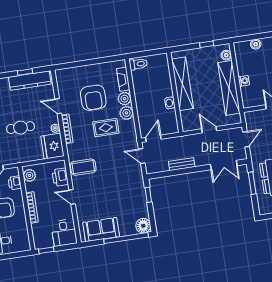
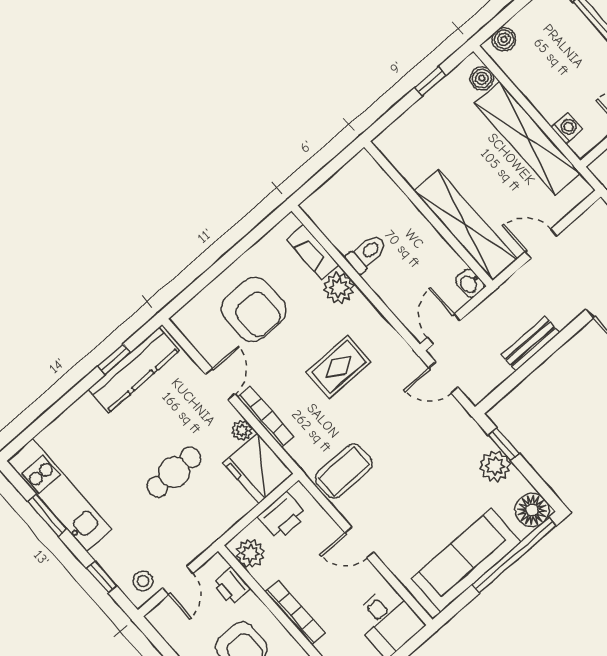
boiler: (256, 44) -> (504, 39), moved
toilet: (138, 64) -> (366, 254), moved
washing machine: (244, 81) -> (567, 128), moved
shelving: (182, 84) -> (465, 225), moved
armchair: (93, 98) -> (254, 309), moved
washbasin: (170, 103) -> (470, 283), moved
door: (58, 106) -> (220, 384), swing flipped
plant: (126, 113) -> (495, 466), moved
printer: (60, 177) -> (282, 516), moved, turned -90
sofa: (101, 229) -> (466, 560), width x1.36

